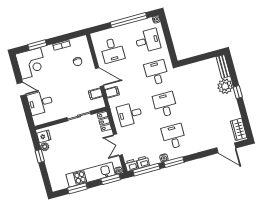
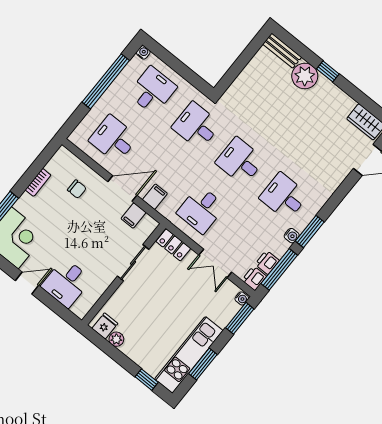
desk: (112, 50) -> (113, 139), turned 180
window: (40, 156) -> (147, 380), moved
kitchen unit: (91, 175) -> (189, 355), moved

